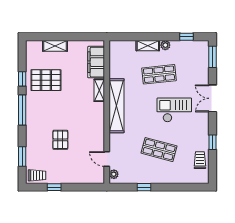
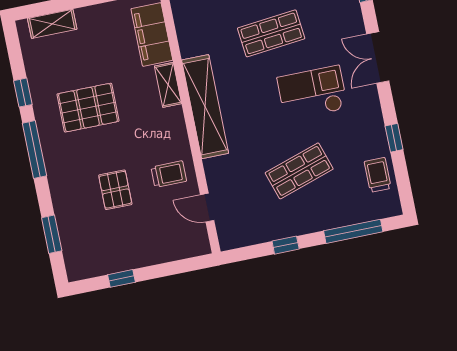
shelving: (55, 46) -> (52, 24), moved
pallet: (46, 80) -> (88, 108), moved
shop shelf: (159, 150) -> (299, 171), turned -33
plant: (114, 174) -> (226, 233), removed
trolley: (37, 175) -> (169, 174), moved
window: (181, 187) -> (353, 231), added

